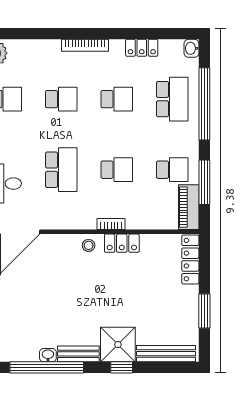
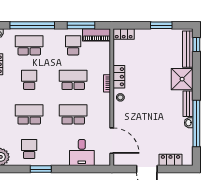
school desk: (61, 99) -> (29, 114), width x1.85
school desk: (117, 170) -> (73, 80), width x1.85
locker: (190, 260) -> (124, 34), width x0.66
window: (122, 367) -> (196, 44), moved

